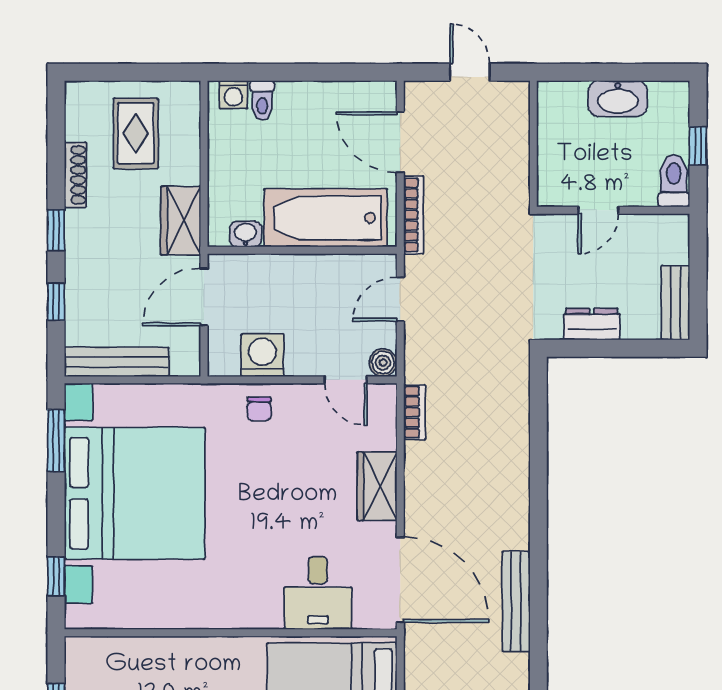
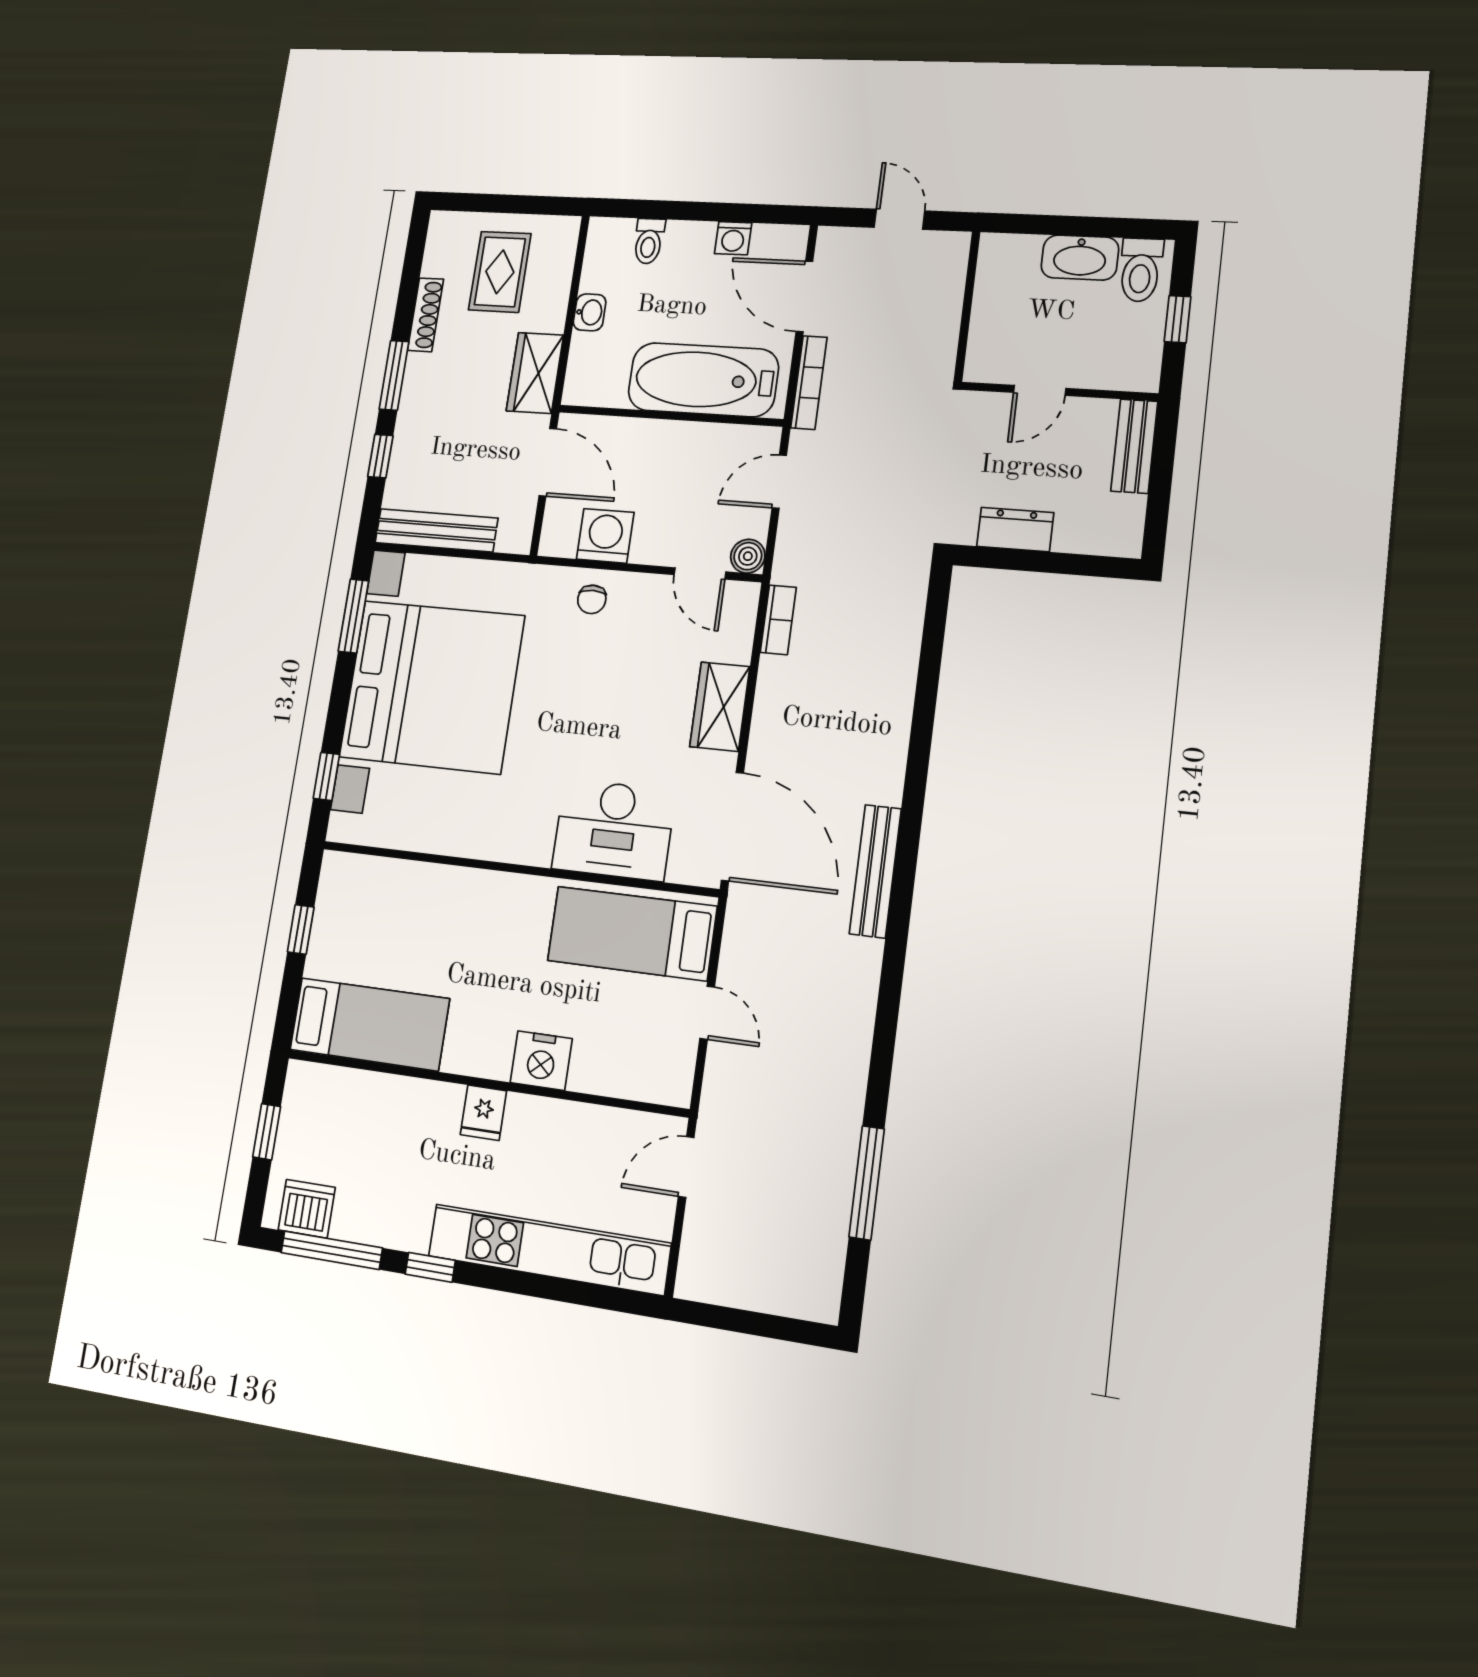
washing machine: (233, 95) -> (733, 238), moved
toilet: (674, 181) -> (1141, 270), moved, turned 180
window: (56, 230) -> (394, 375), width x1.50
washbasin: (245, 234) -> (590, 312), moved, turned 90
door: (204, 297) -> (548, 462), swing flipped
bench: (675, 303) -> (1134, 446), moved
desk: (318, 593) -> (614, 830), width x1.37

